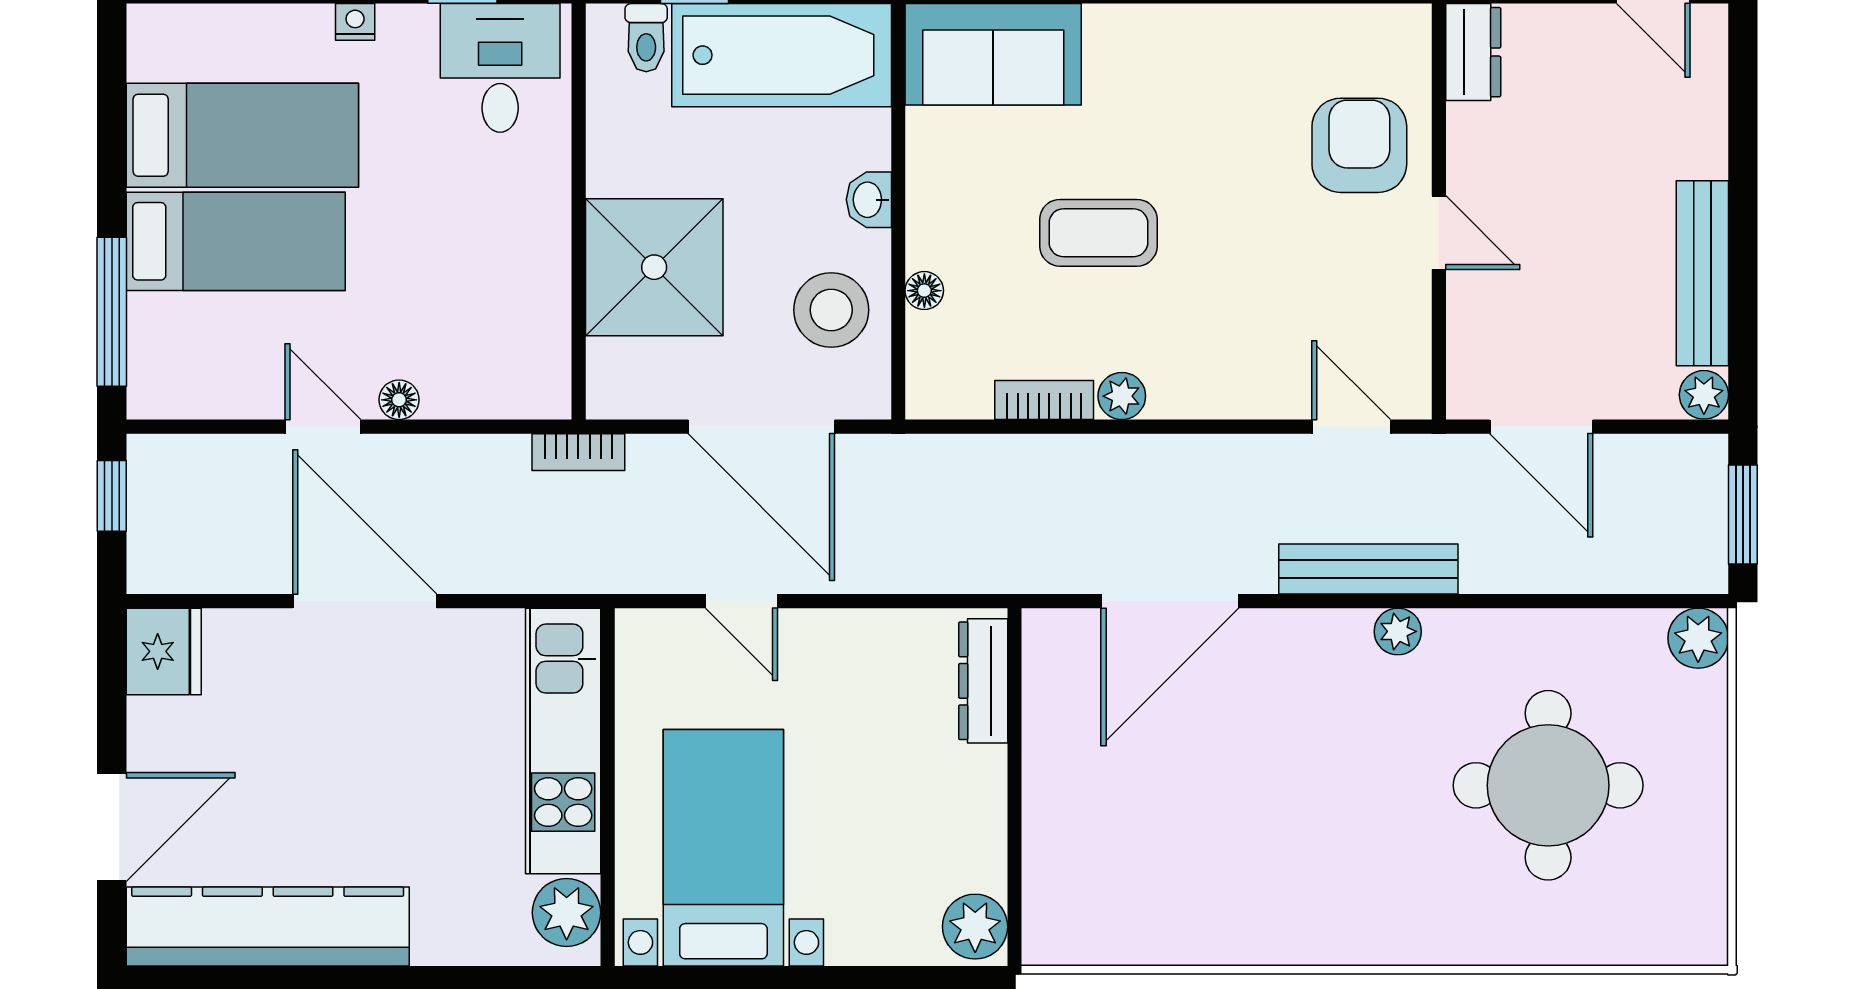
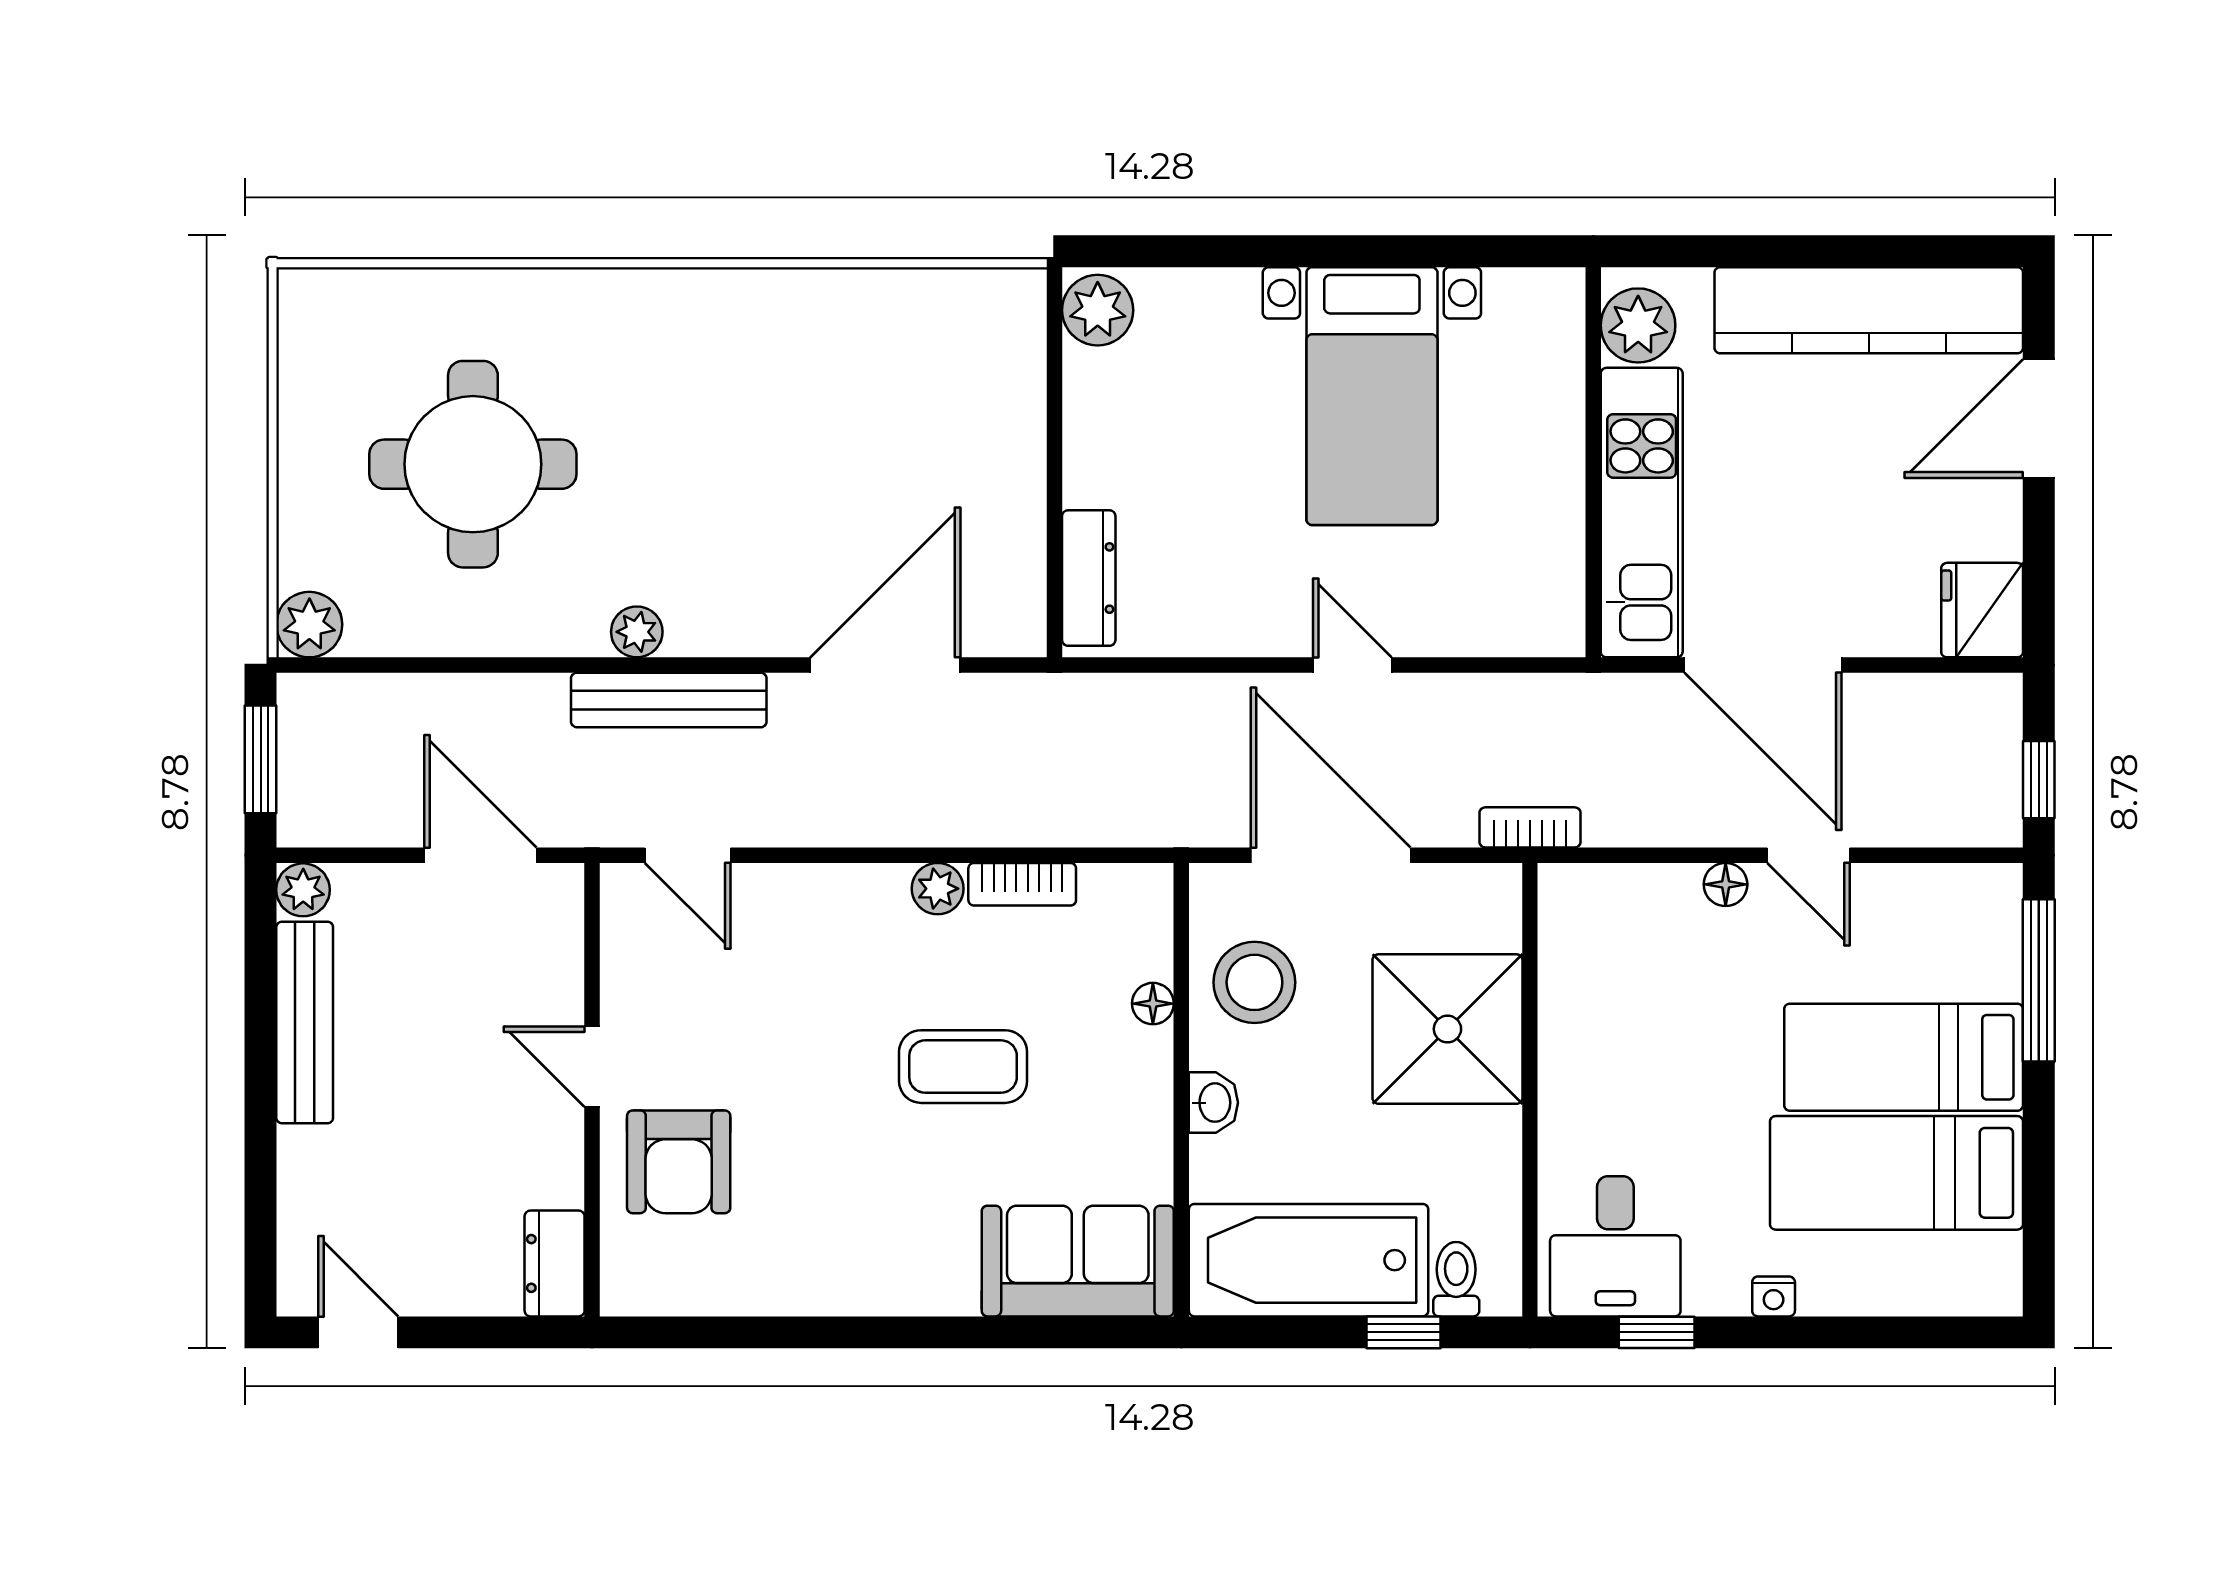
kitchen unit: (563, 741) -> (1642, 513), moved
wall: (608, 787) -> (1593, 462), moved
plant: (567, 913) -> (1638, 325), moved

